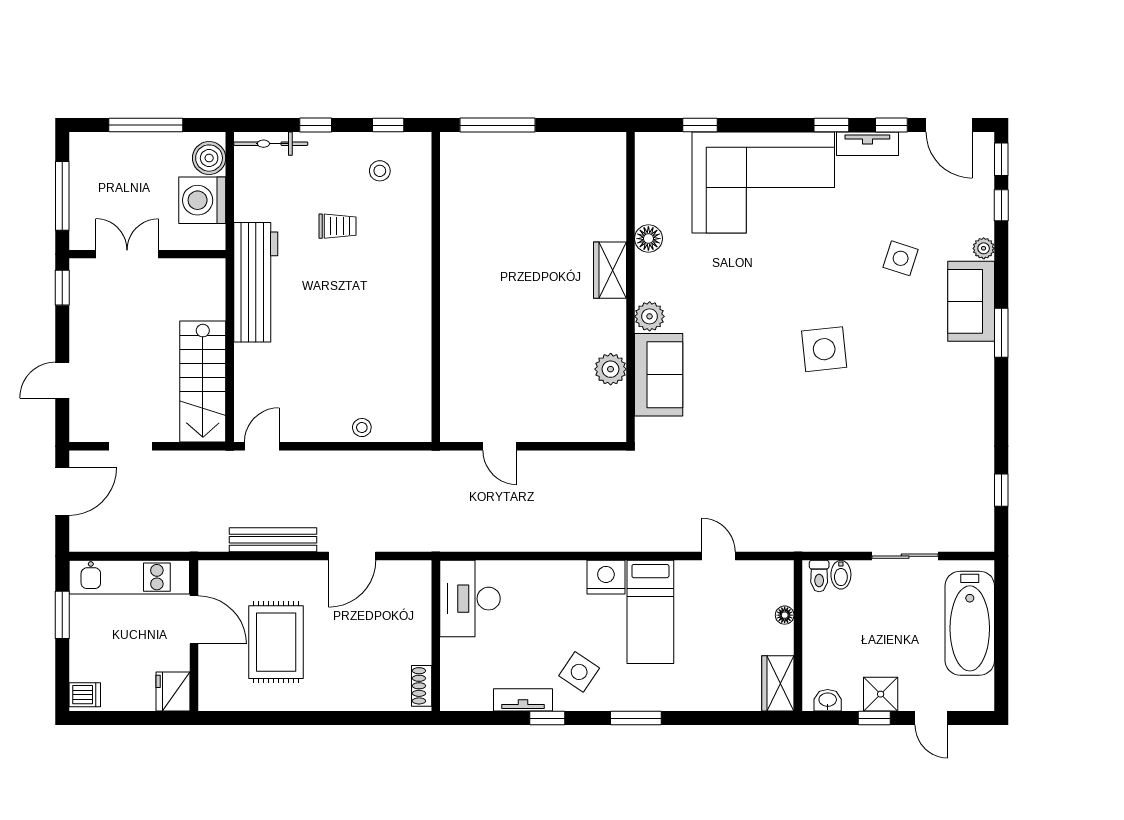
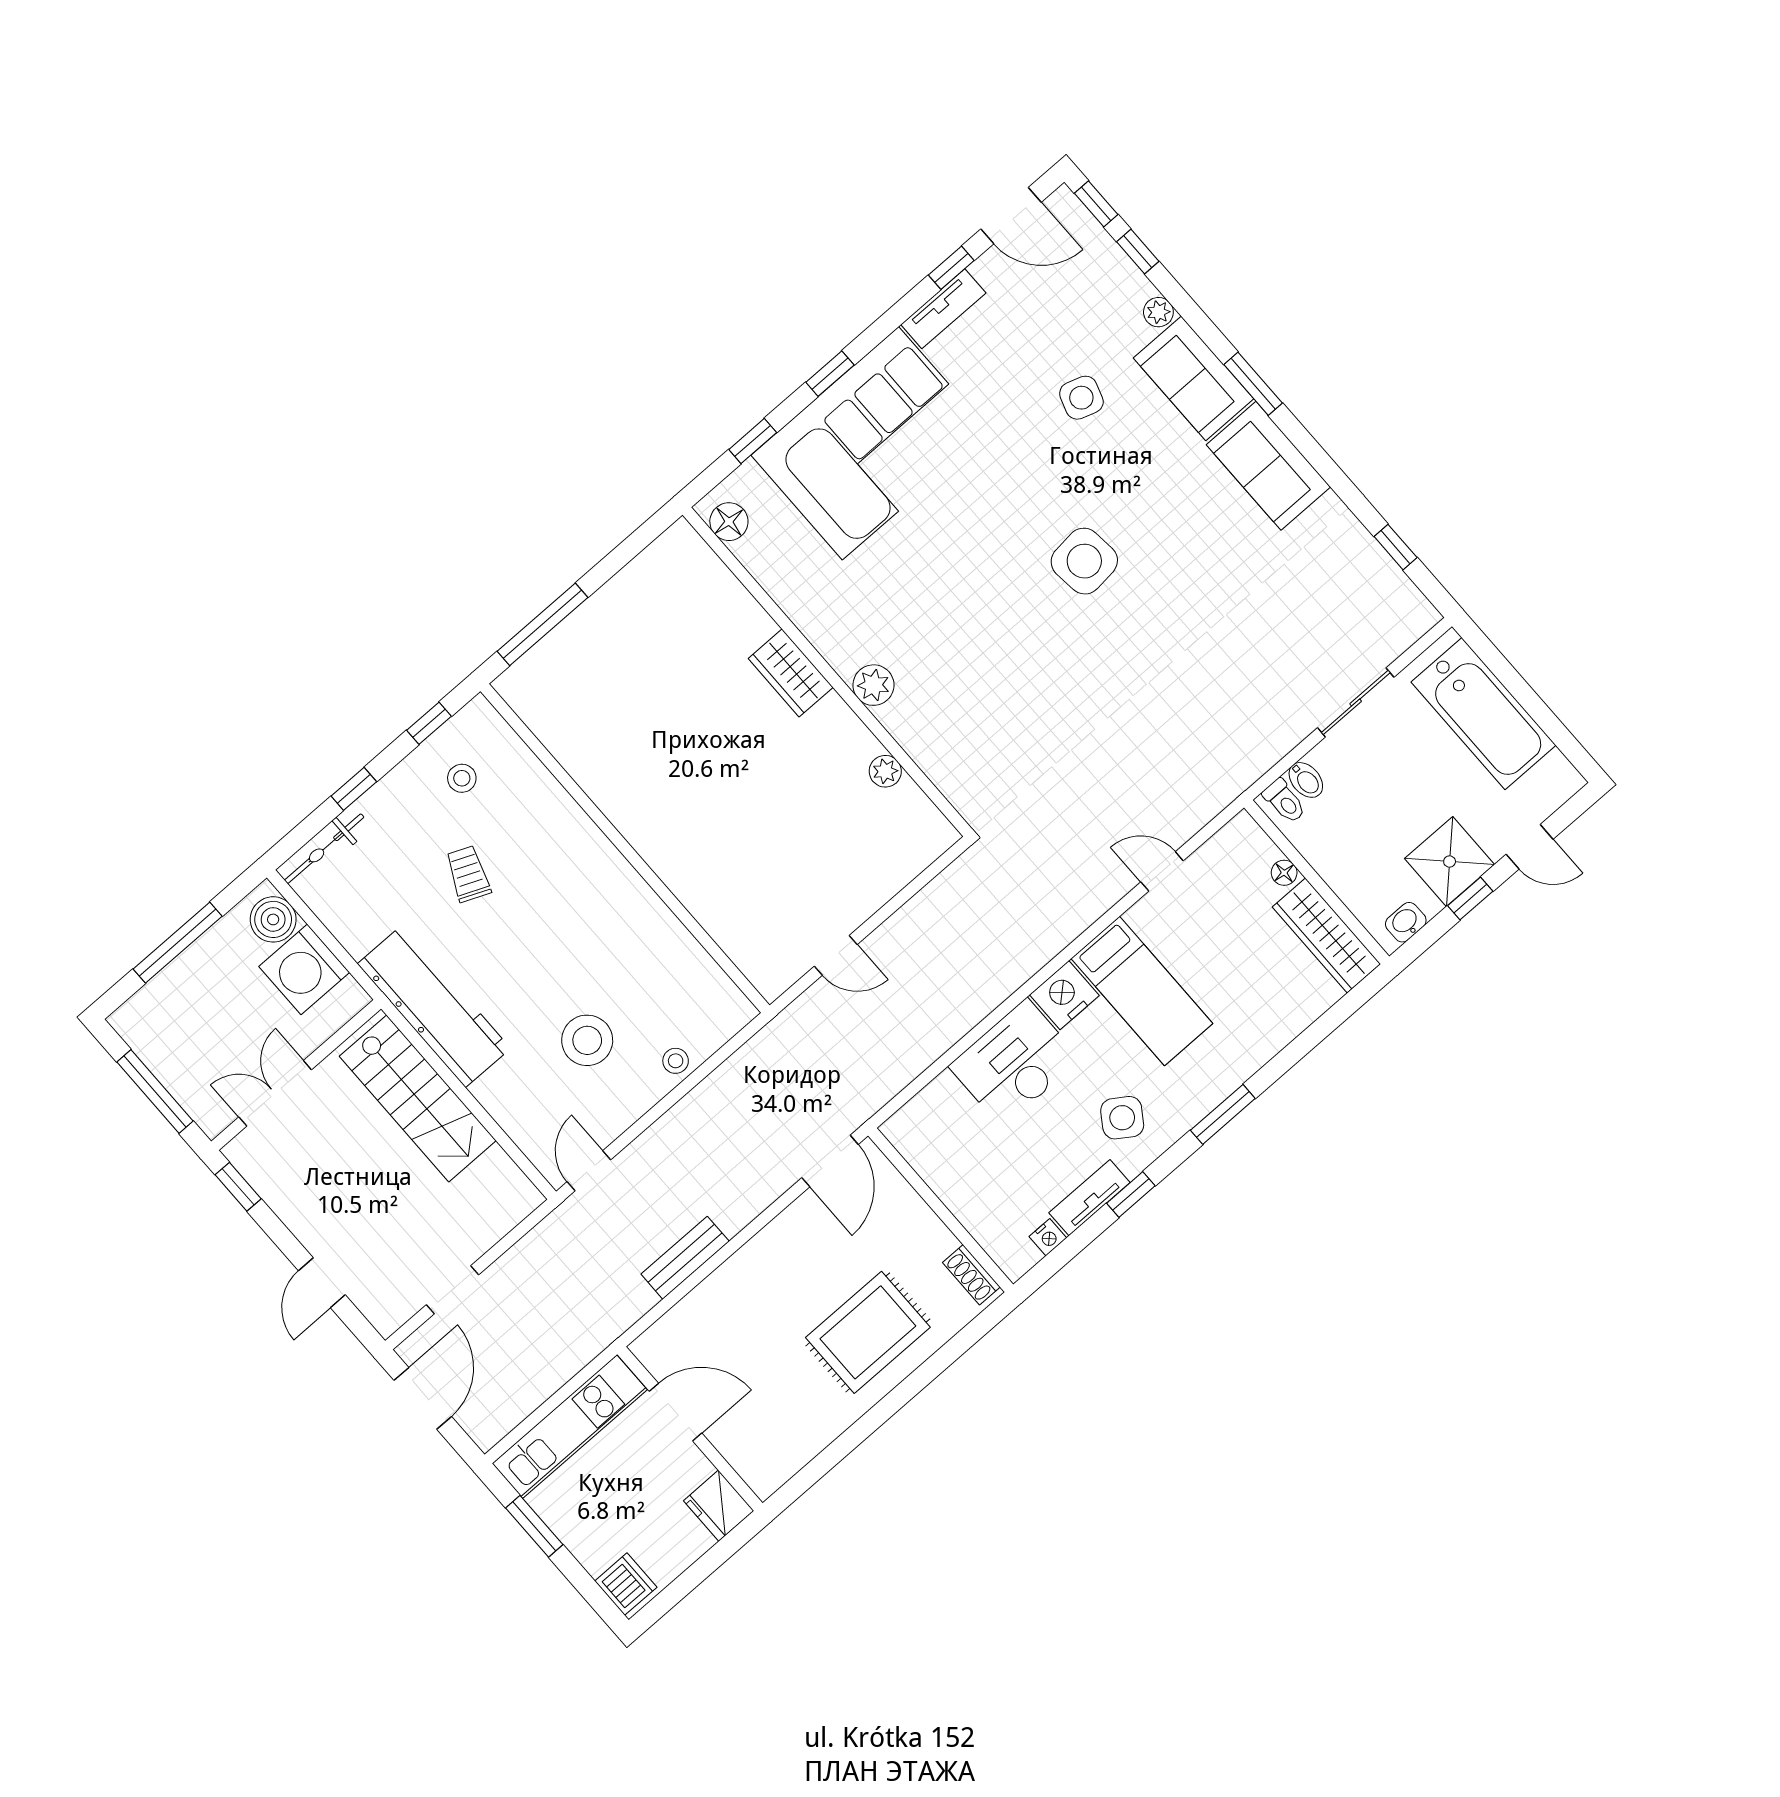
window: (831, 125) -> (830, 374), moved
trolley: (338, 226) -> (468, 874), turned -67
floor lamp: (648, 239) -> (729, 522), moved
plant: (611, 369) -> (885, 771), width x0.73, depth x0.73
stool: (323, 374) -> (587, 1040), added
sofa: (659, 375) -> (1268, 466), moved, turned 180
stairs: (203, 382) -> (418, 1098), moved
bench: (273, 540) -> (685, 1258), width x0.73
door: (352, 556) -> (830, 1161), moved
desk: (470, 599) -> (1015, 1063), moved, turned 90
rug: (276, 642) -> (868, 1332), moved, turned 90
wardrobe: (778, 683) -> (1326, 935), width x1.50
shower: (881, 694) -> (1450, 862), width x1.36, depth x1.36
dishwasher: (85, 695) -> (626, 1584), width x1.38
nightstand: (481, 702) -> (1048, 1237), added

